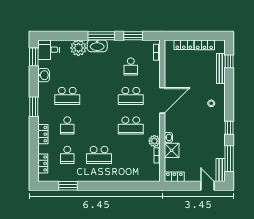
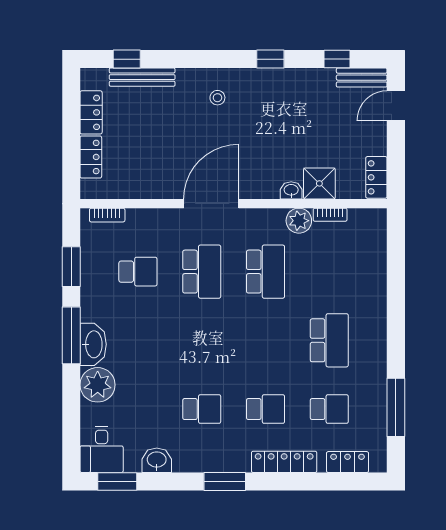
school desk: (67, 96) -> (202, 409), width x0.54
door: (162, 100) -> (211, 204), hinge flipped
locker: (43, 134) -> (284, 462), width x1.53
window: (229, 159) -> (337, 59), width x0.46
window: (68, 186) -> (396, 407), width x1.44

